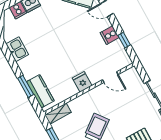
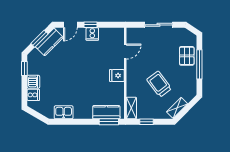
window: (124, 40) -> (90, 25), moved
window: (26, 86) -> (109, 122), moved

